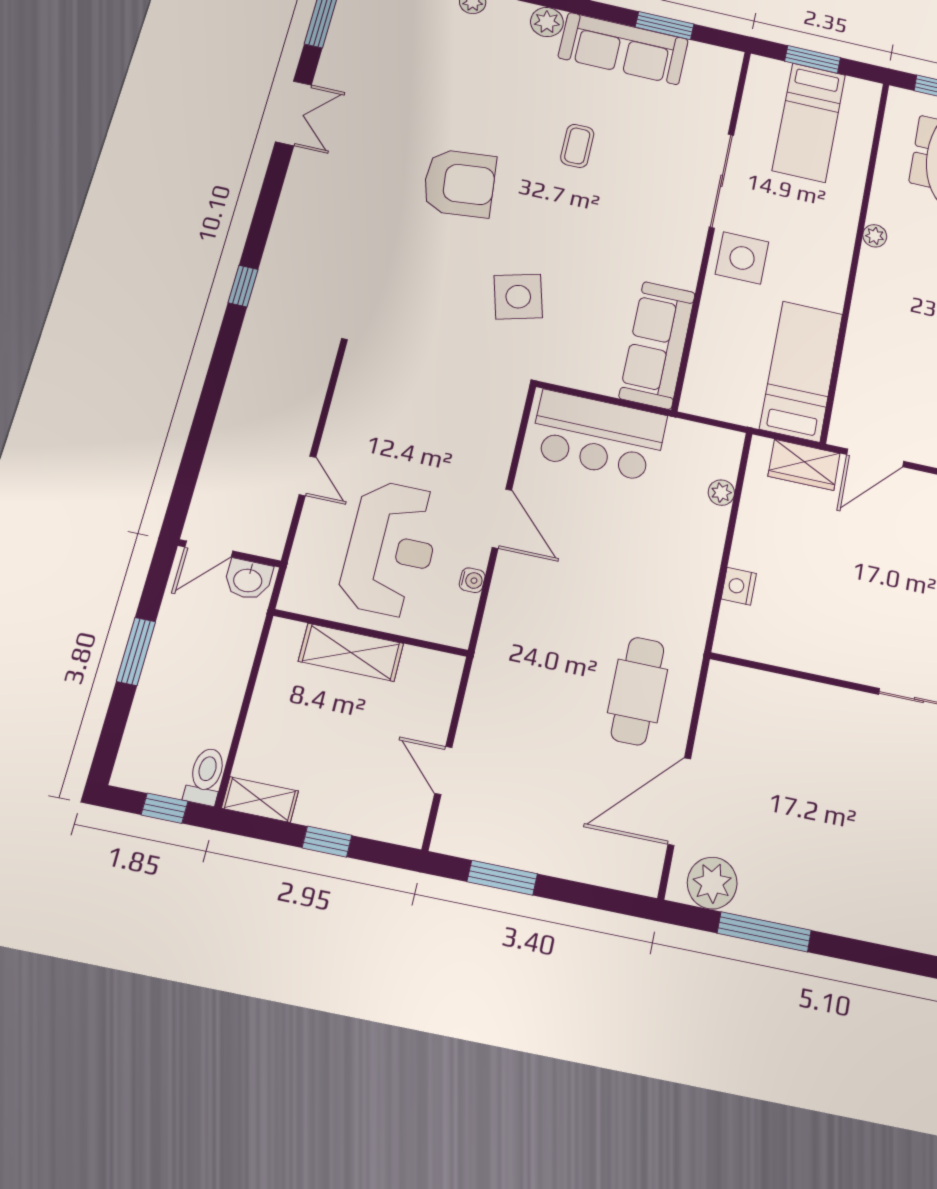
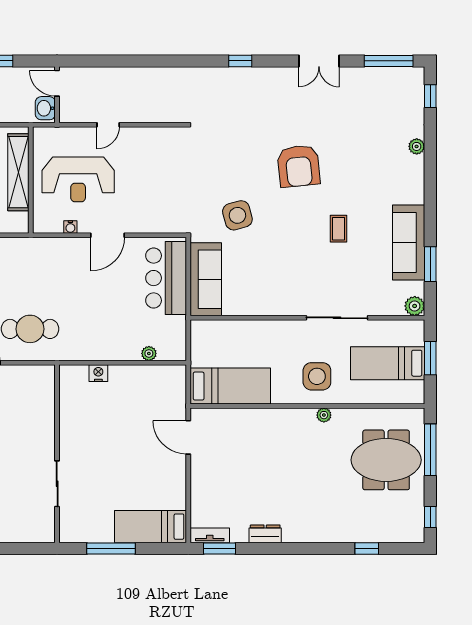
plant: (547, 22) -> (415, 306), moved
coffee table: (577, 146) -> (339, 229), turned 90
side table: (742, 258) -> (317, 376), moved
window: (243, 286) -> (240, 61), moved
sofa: (657, 345) -> (206, 279), moved, turned 90
wardrobe: (804, 465) -> (175, 397), removed
shelving: (351, 652) -> (18, 172), width x1.47

